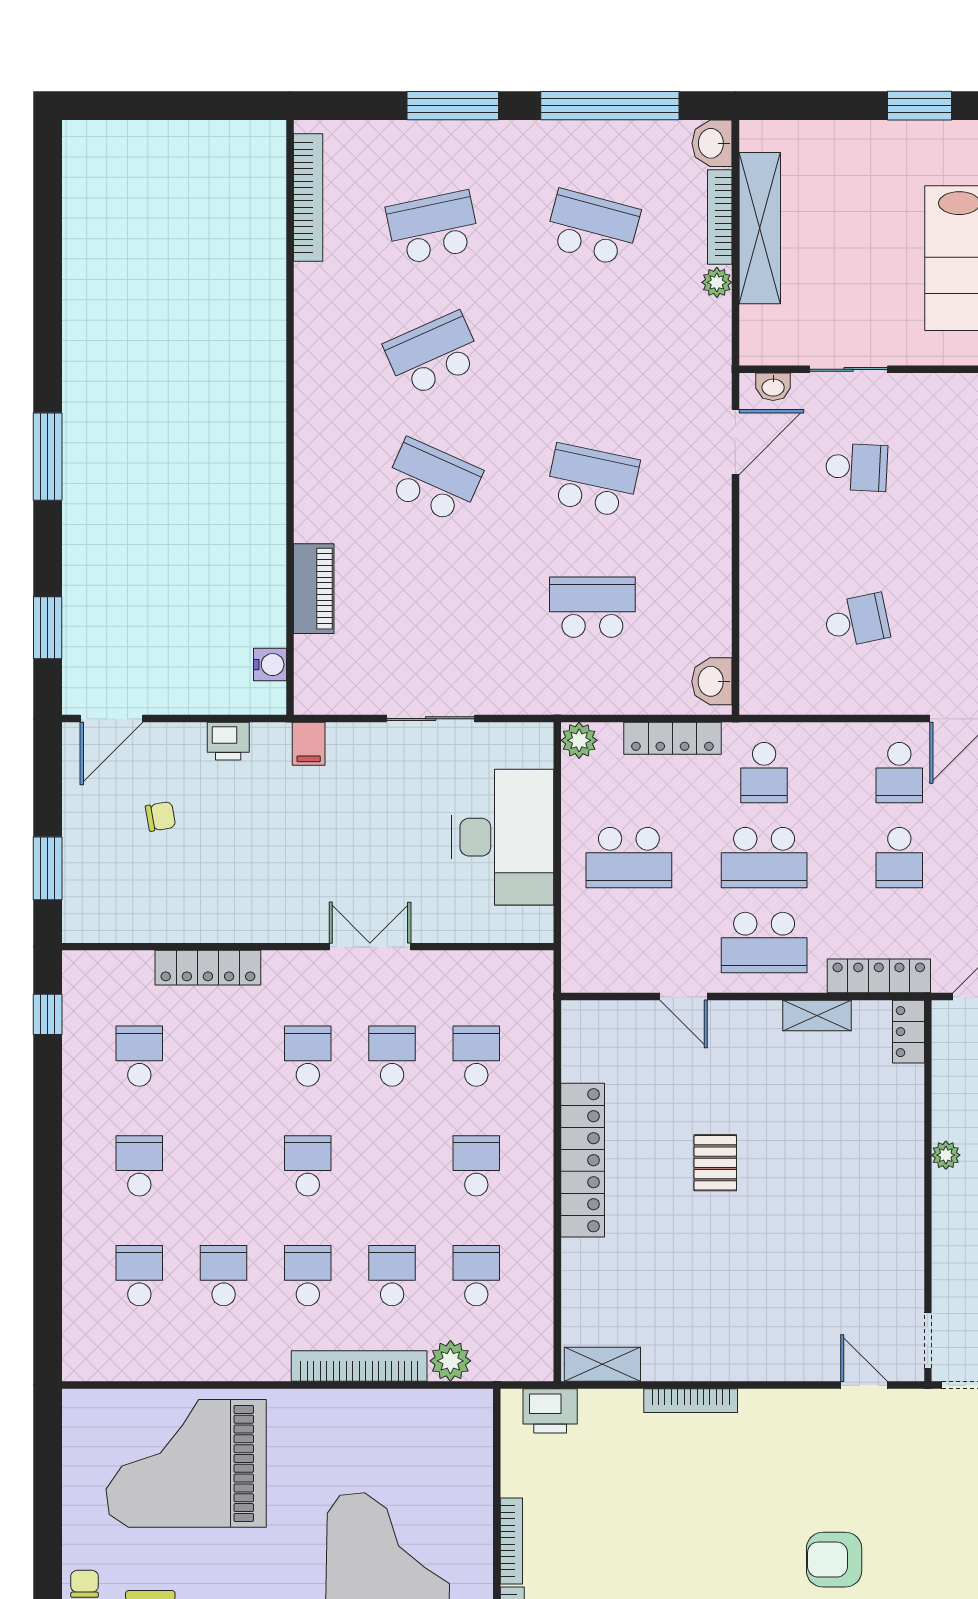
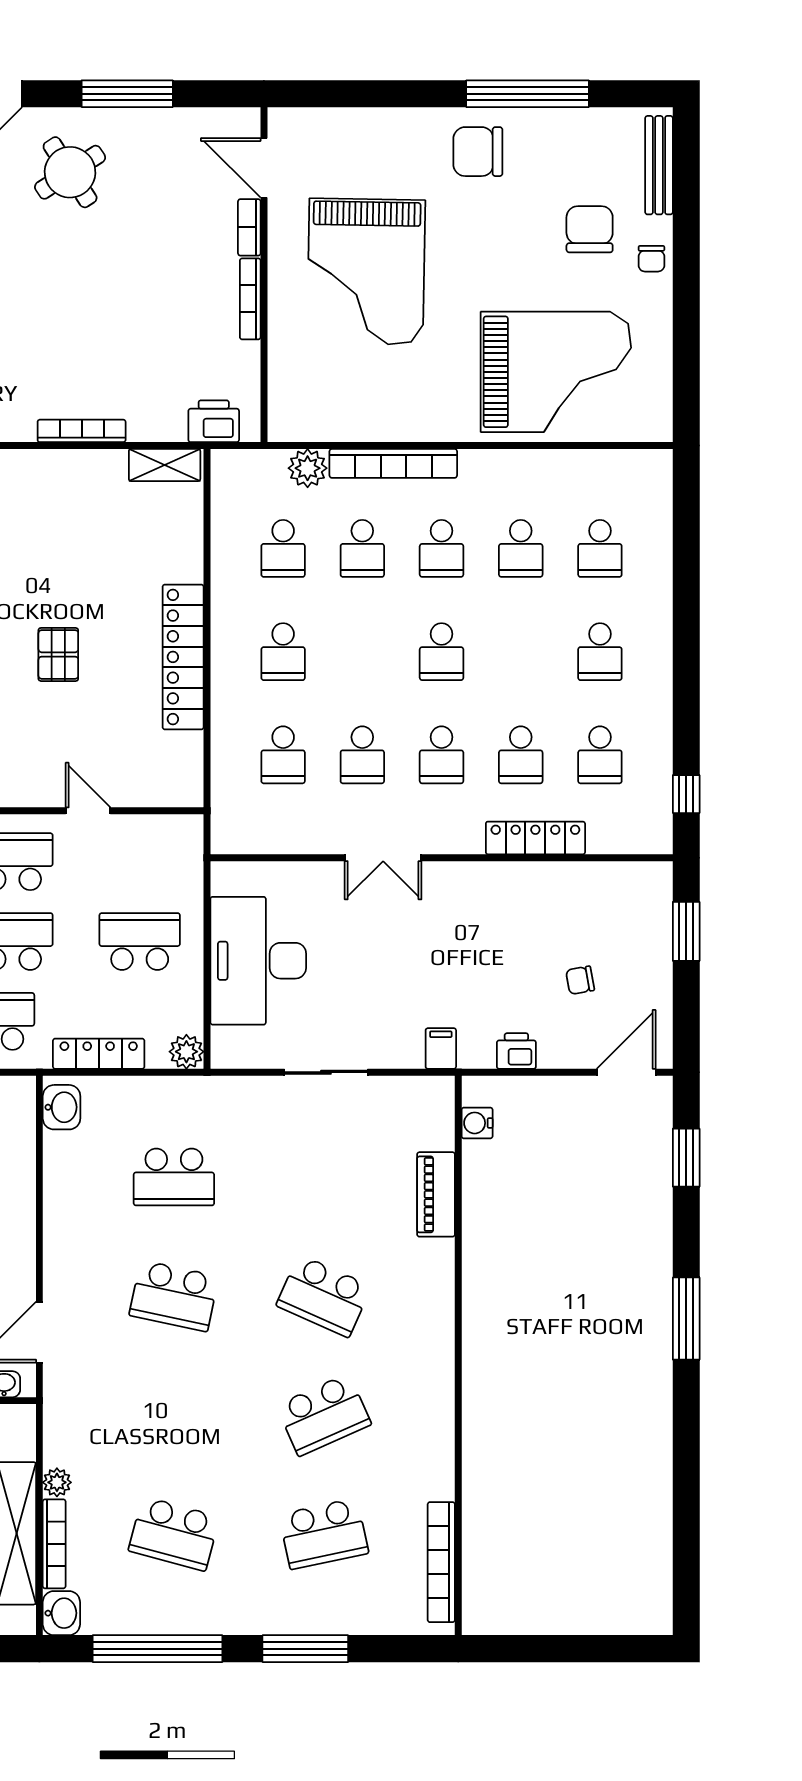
school desk: (224, 1056) -> (521, 755), added

